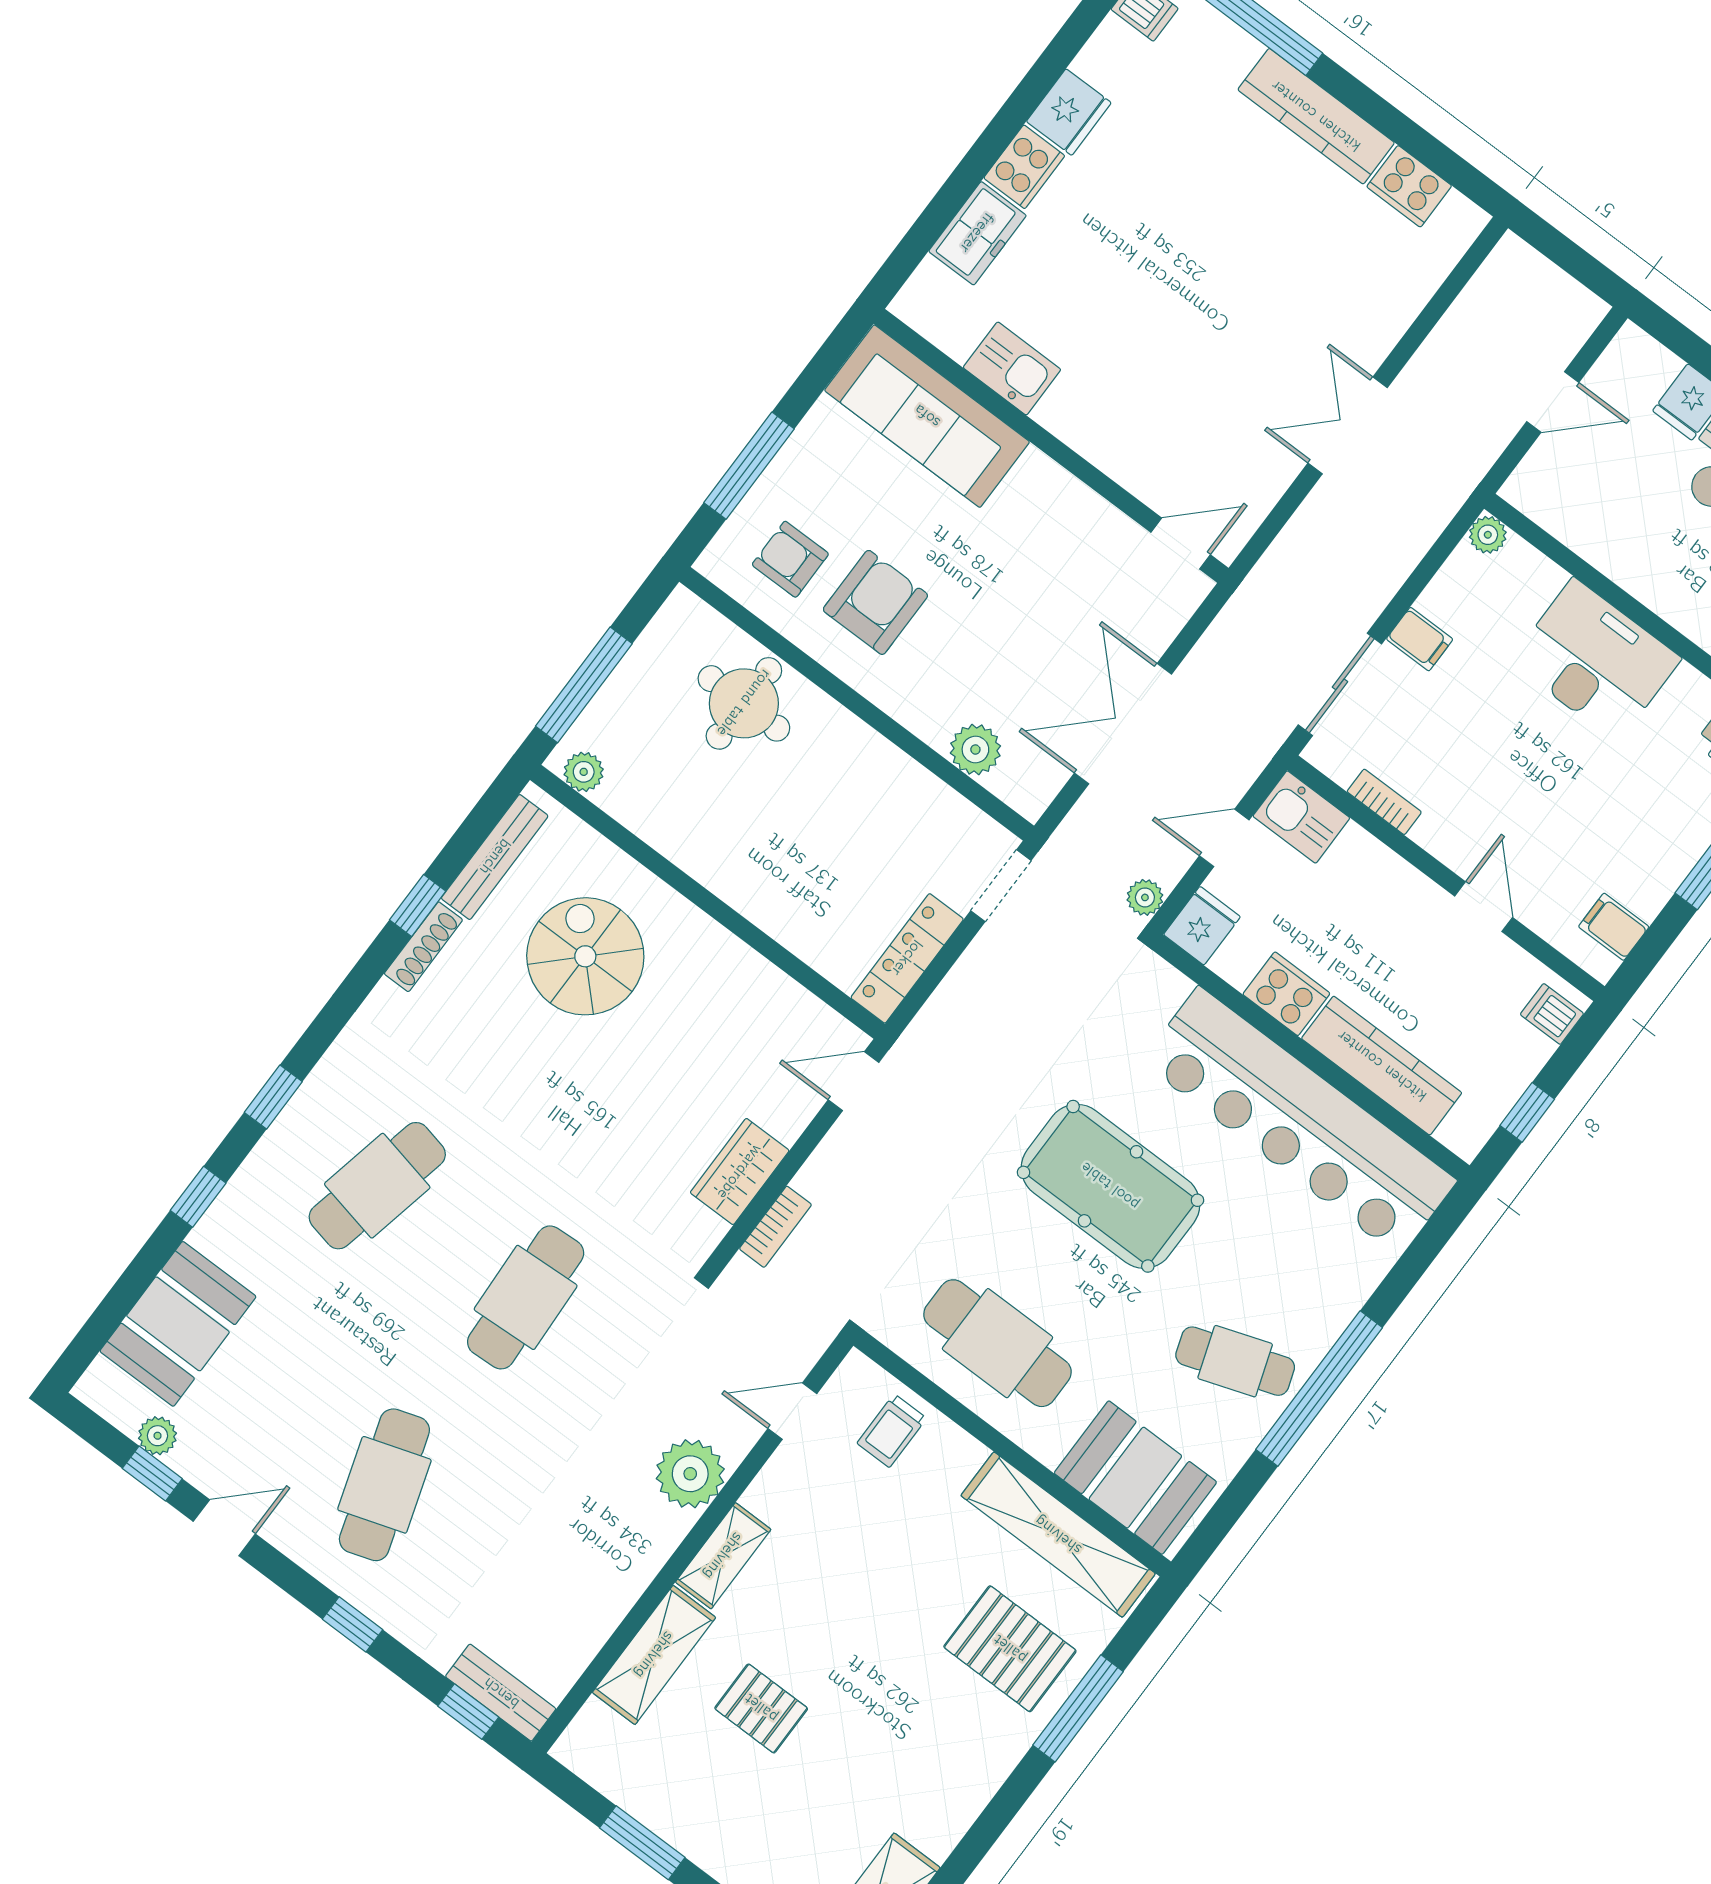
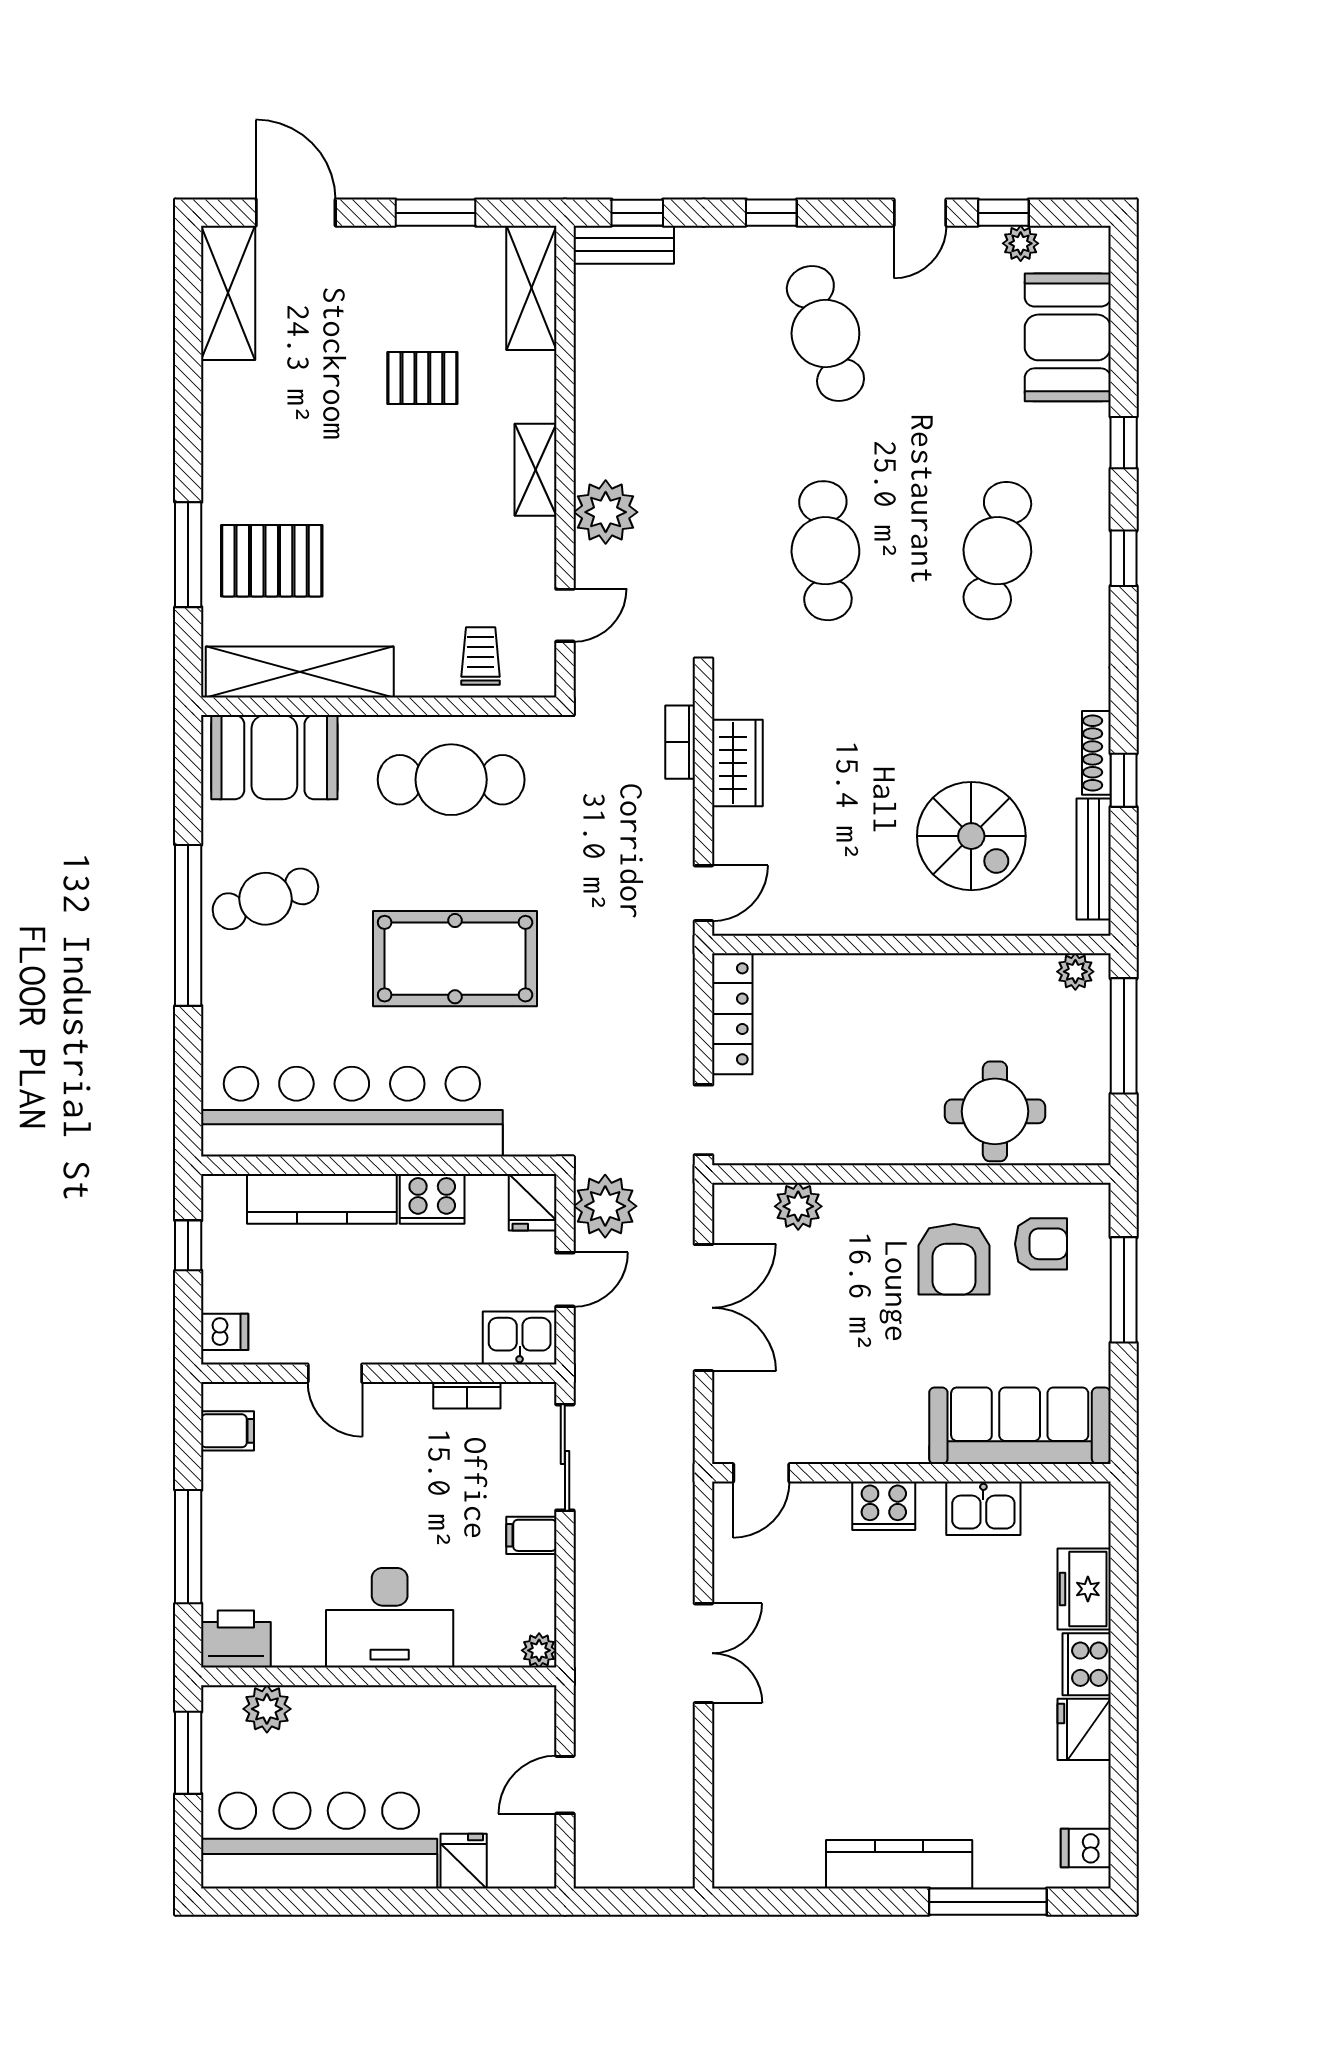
cooker: (1409, 186) -> (884, 1506), moved, turned 180
plant: (1145, 897) -> (605, 1206), width x1.87, depth x1.87
shelving: (654, 1655) -> (531, 288), moved

